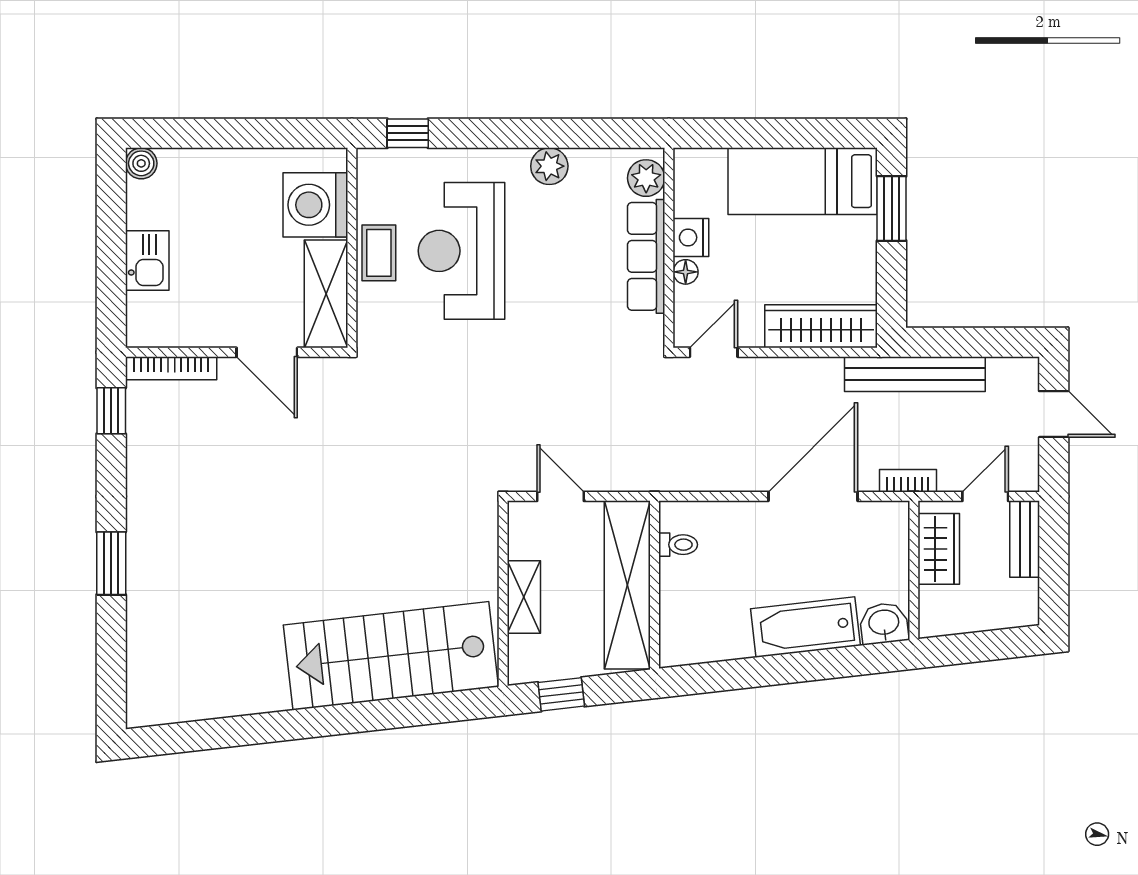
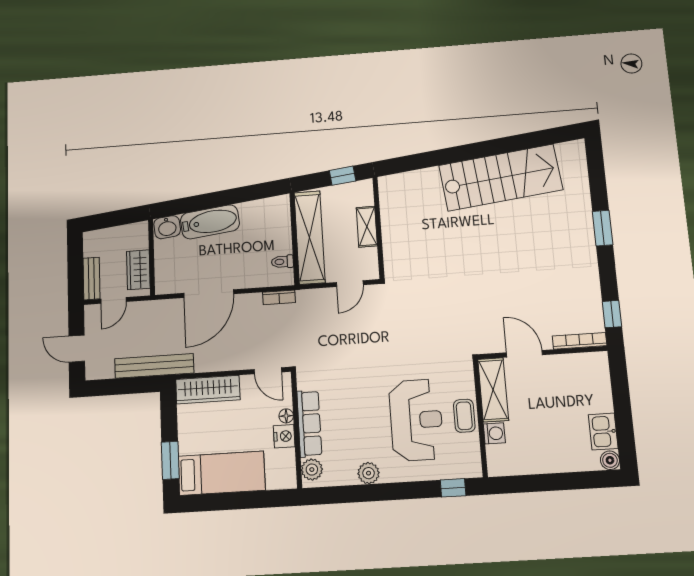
washing machine: (315, 205) -> (494, 433), width x0.53, depth x0.53
kitchen sink: (147, 261) -> (603, 432), moved
door: (714, 352) -> (268, 371), hinge flipped
bookcase: (908, 481) -> (279, 297), moved
door: (561, 496) -> (350, 284), hinge flipped
stairs: (391, 656) -> (501, 178), moved

